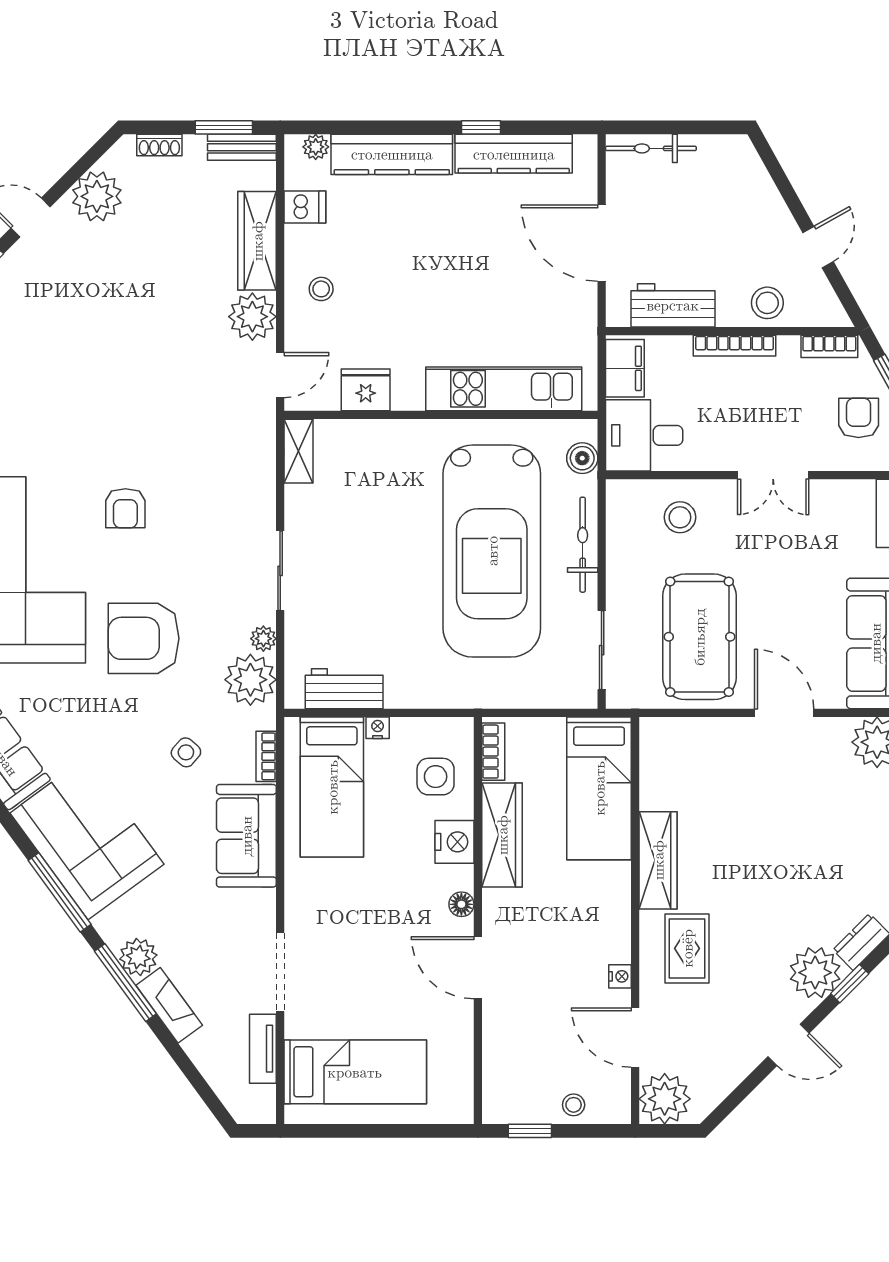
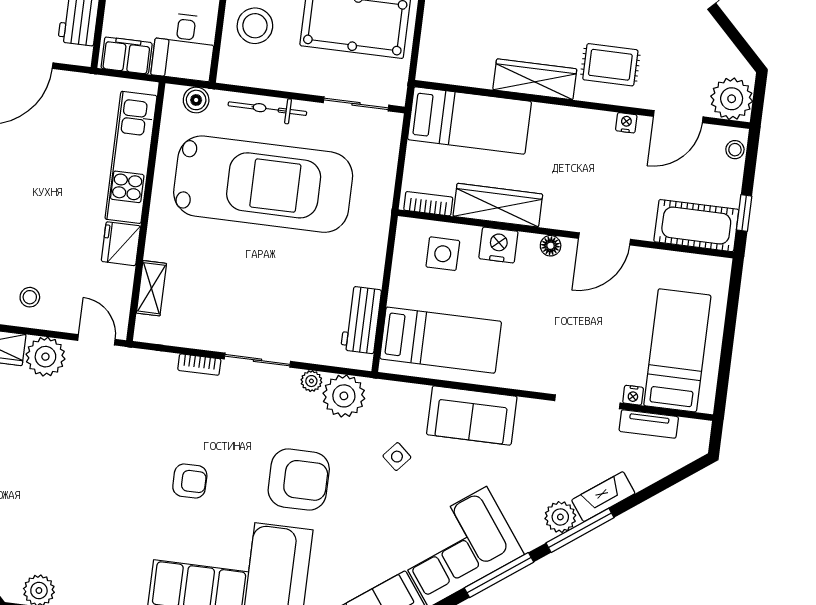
fridge: (366, 390) -> (121, 244), moved
shelving: (299, 451) -> (151, 288), moved, turned 90
stool: (680, 517) -> (255, 26), width x1.38, depth x1.38
armchair: (144, 638) -> (299, 480), turned -90
nightstand: (378, 728) -> (633, 395), moved, turned -90
bookcase: (266, 756) -> (199, 365), moved
cot: (508, 1076) -> (696, 226), added
stool: (574, 1105) -> (735, 150), moved

